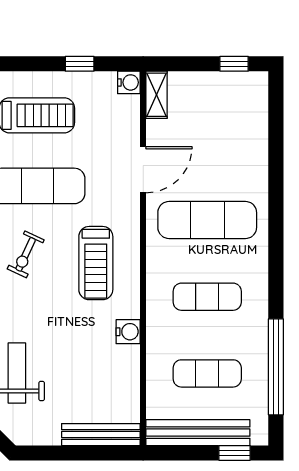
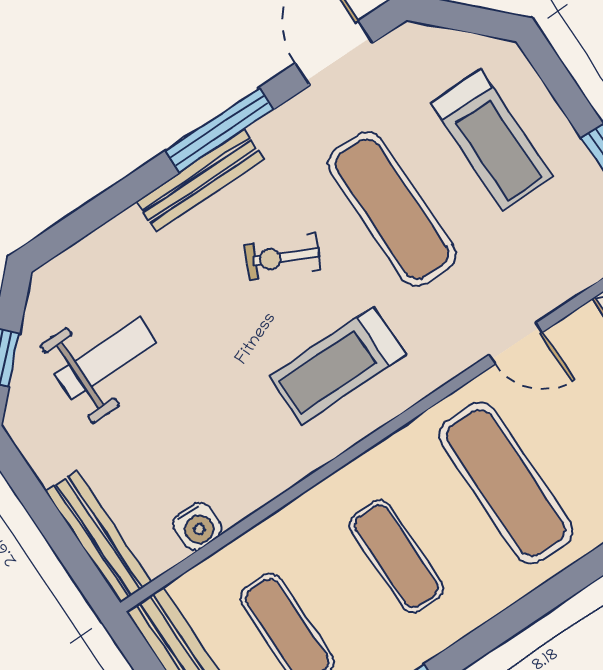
door: (143, 170) -> (516, 343), width x0.73
water cooler: (128, 332) -> (197, 526), moved

